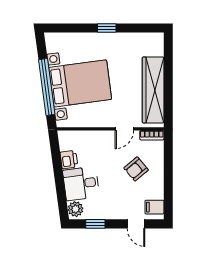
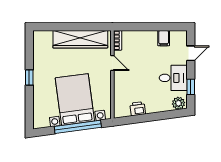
armchair: (136, 169) -> (145, 53), removed
desk: (81, 184) -> (173, 78), moved, turned -82
filing cabinet: (154, 207) -> (164, 38), moved

